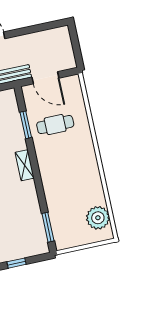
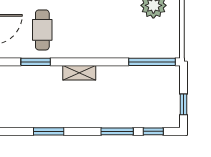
window: (48, 227) -> (152, 62), width x1.44

